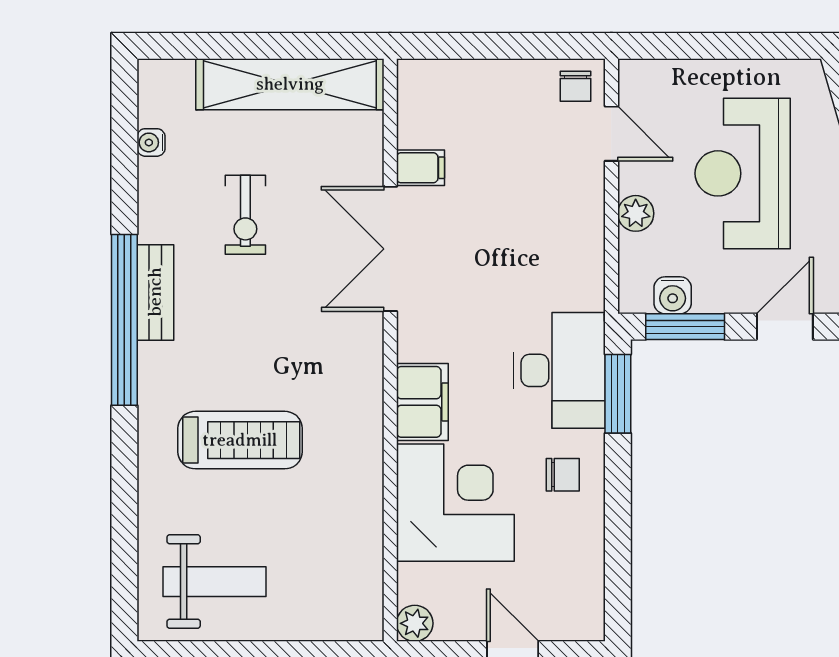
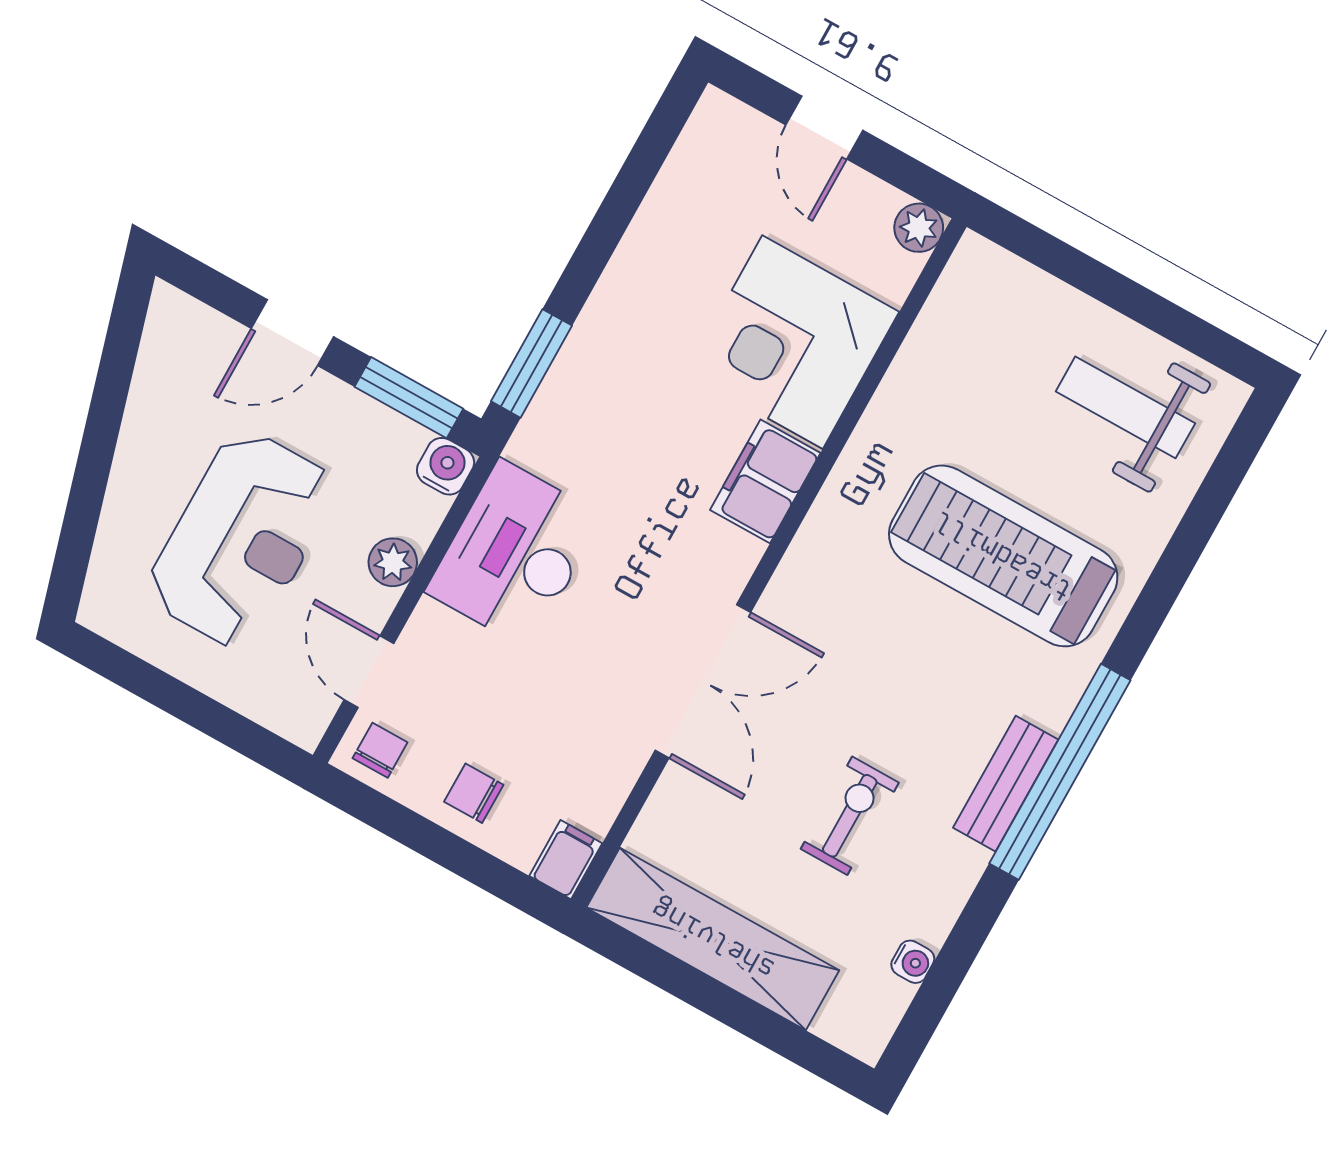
filing cabinet: (421, 168) -> (566, 860), moved, turned 90
water cooler: (673, 295) -> (446, 466), moved
desk: (559, 370) -> (514, 554), moved
treadmill: (240, 440) -> (1003, 556), width x1.37, depth x1.38
chair: (563, 475) -> (474, 793), moved

